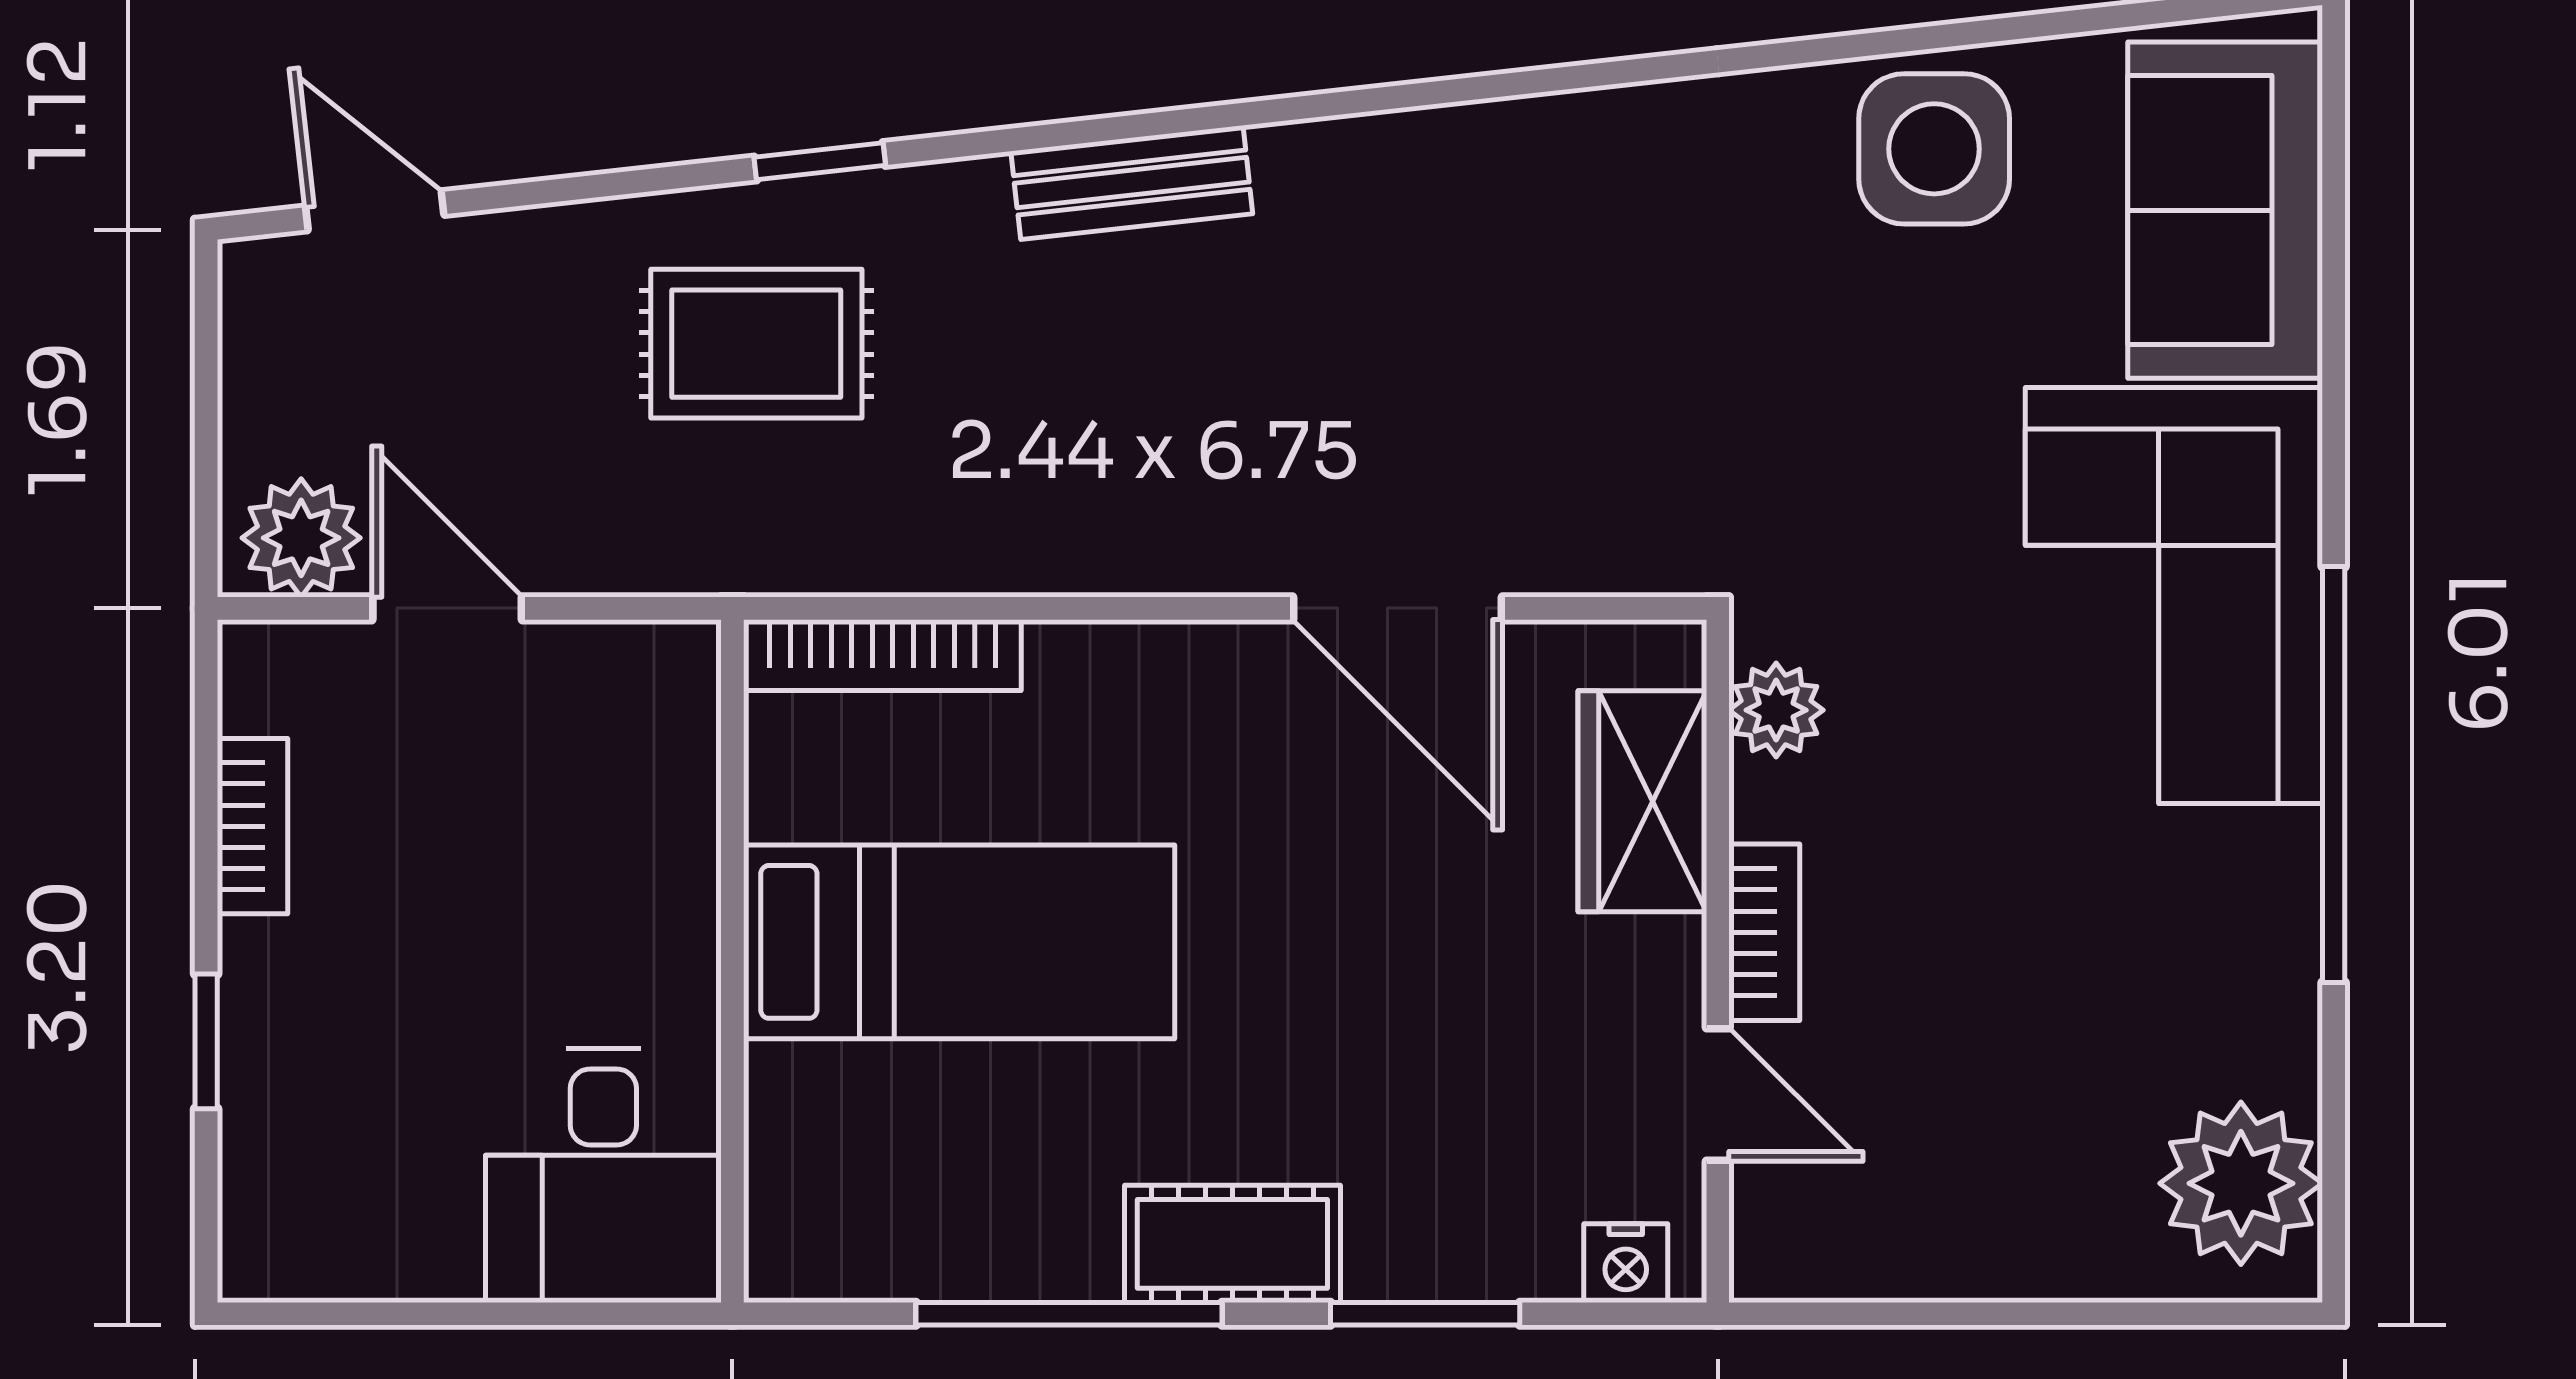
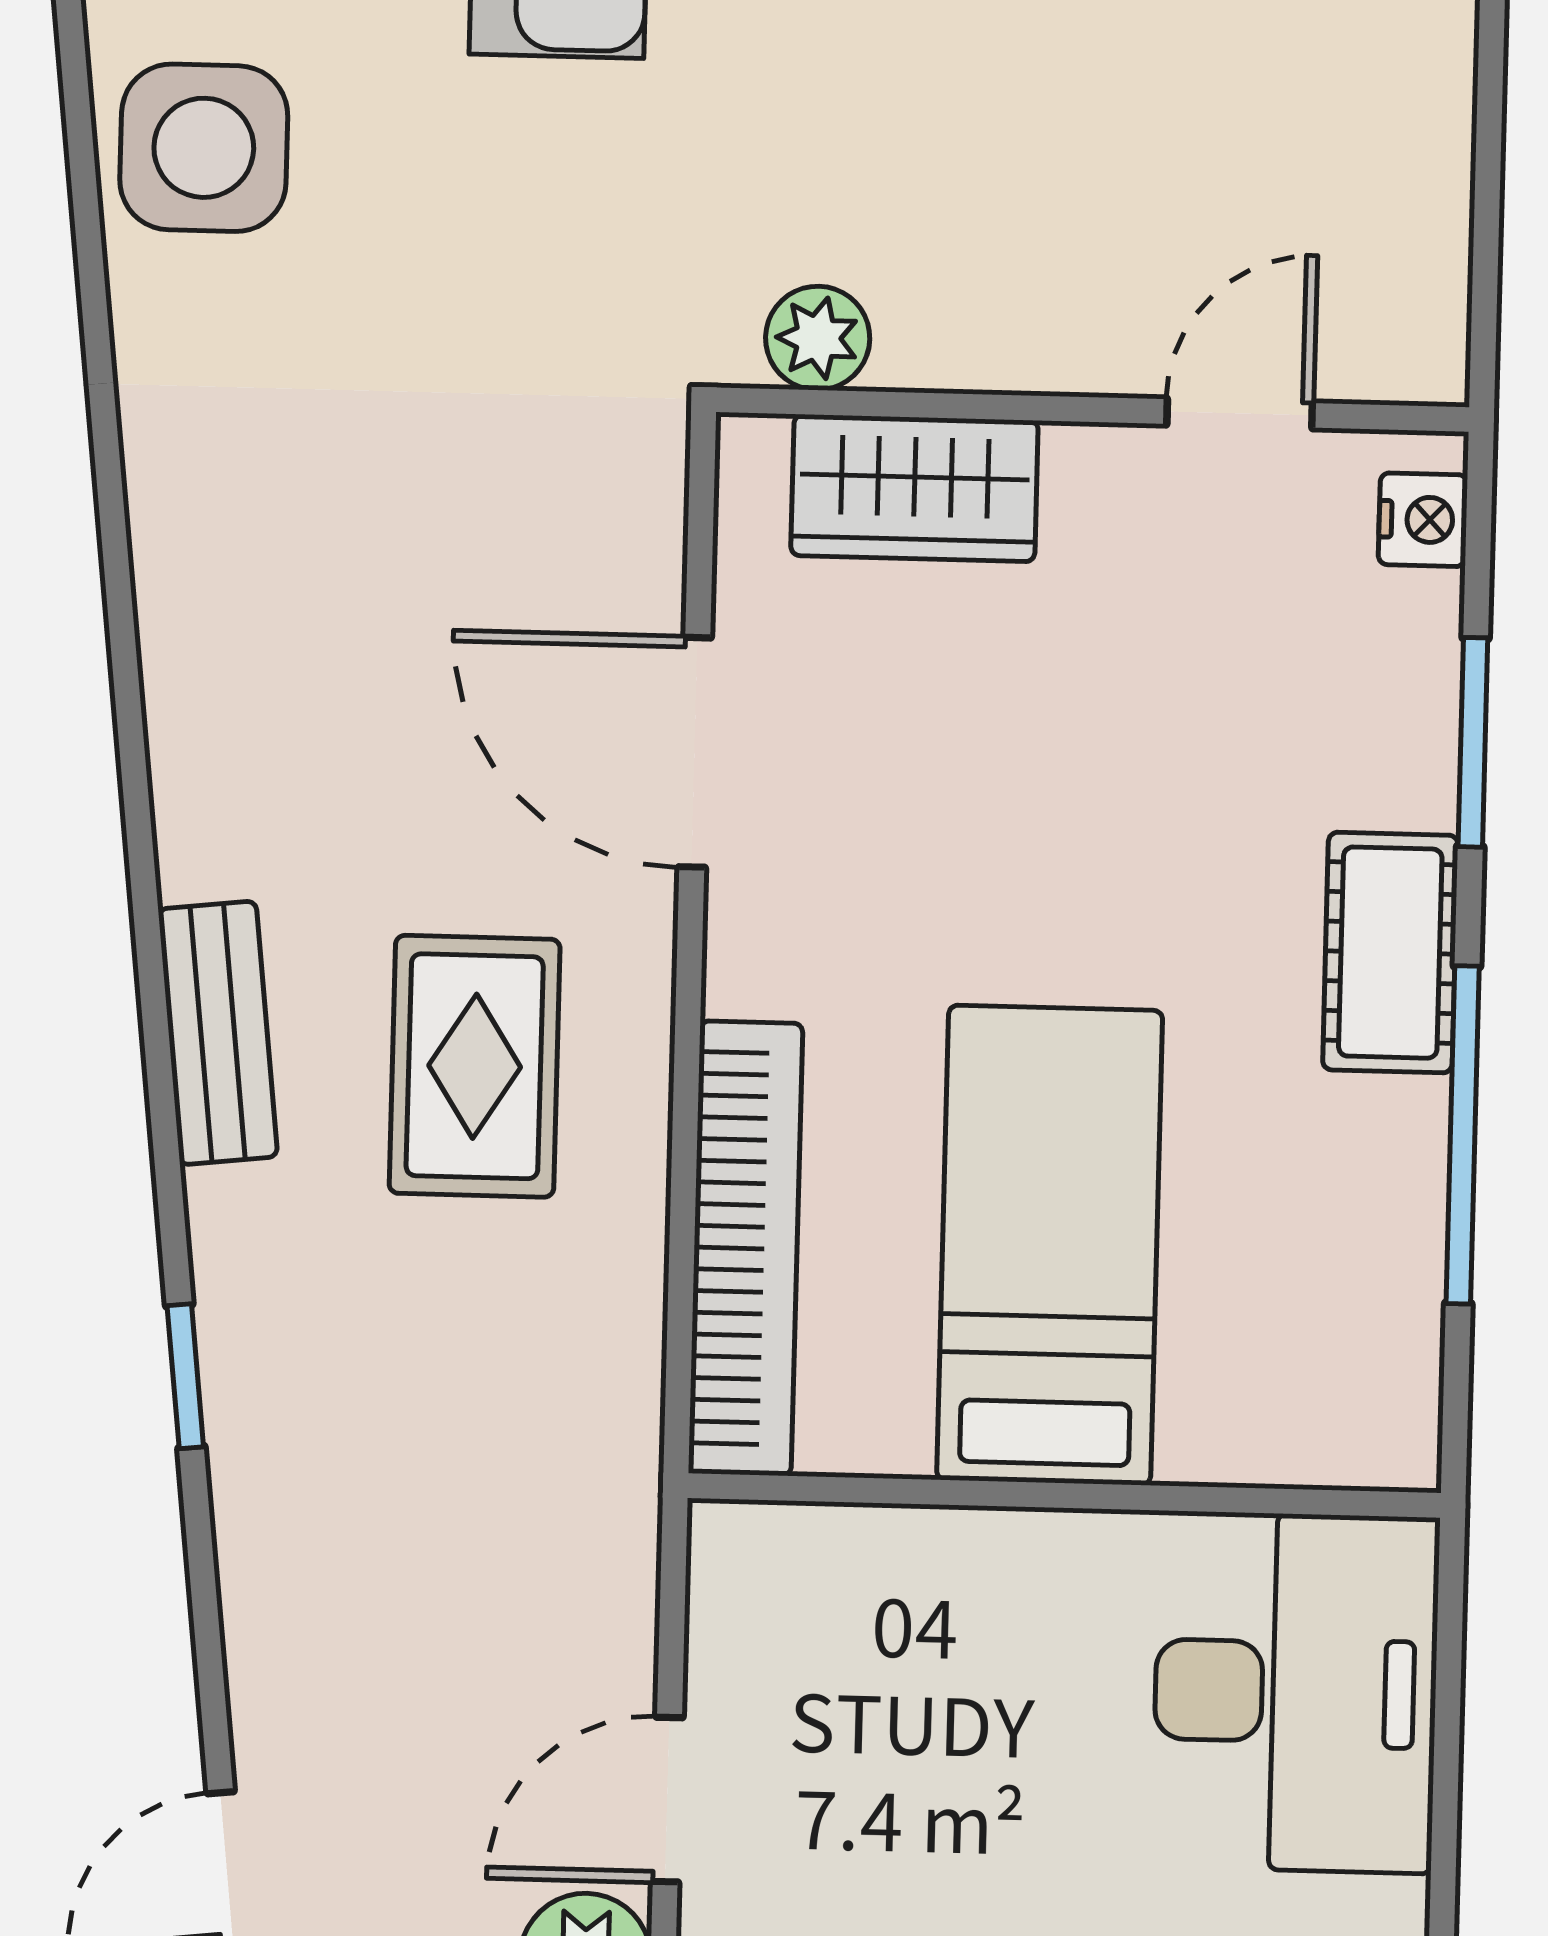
rug: (756, 344) -> (475, 1066), moved
door: (1398, 608) -> (695, 752), swing flipped
bookcase: (882, 655) -> (746, 1248), width x1.48, depth x1.31
bookcase: (1764, 932) -> (1062, 357), removed
desk: (603, 1176) -> (1296, 1692), width x1.37

